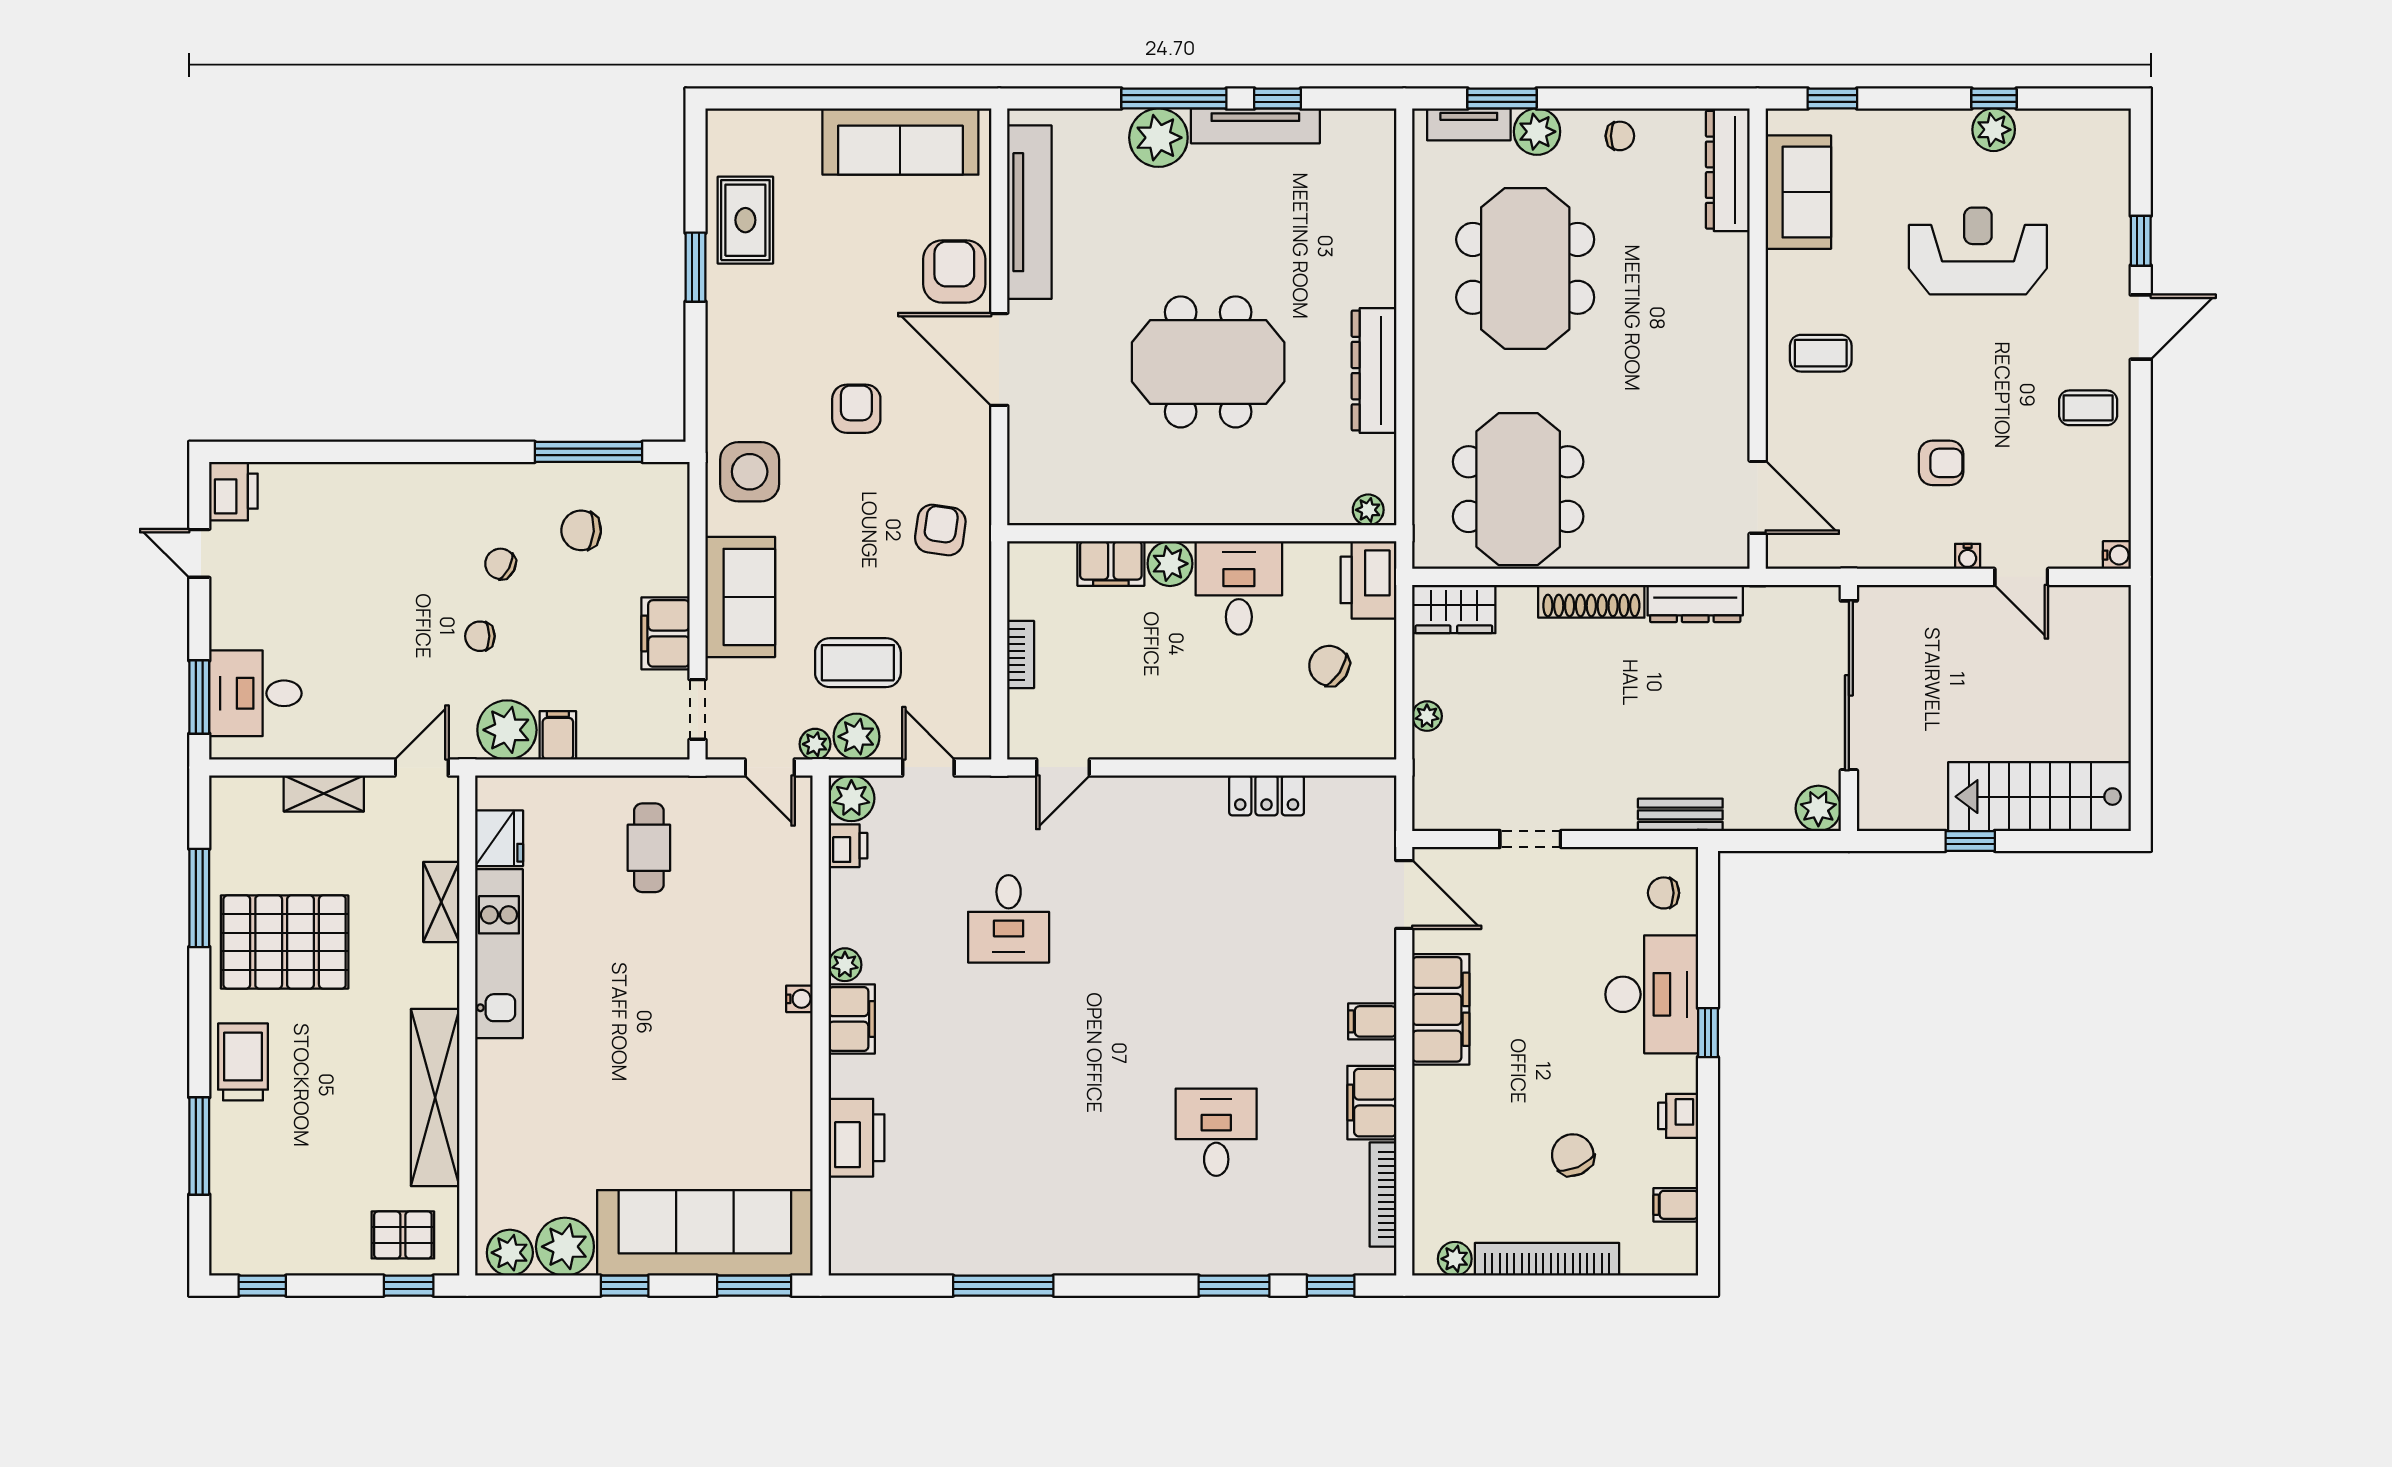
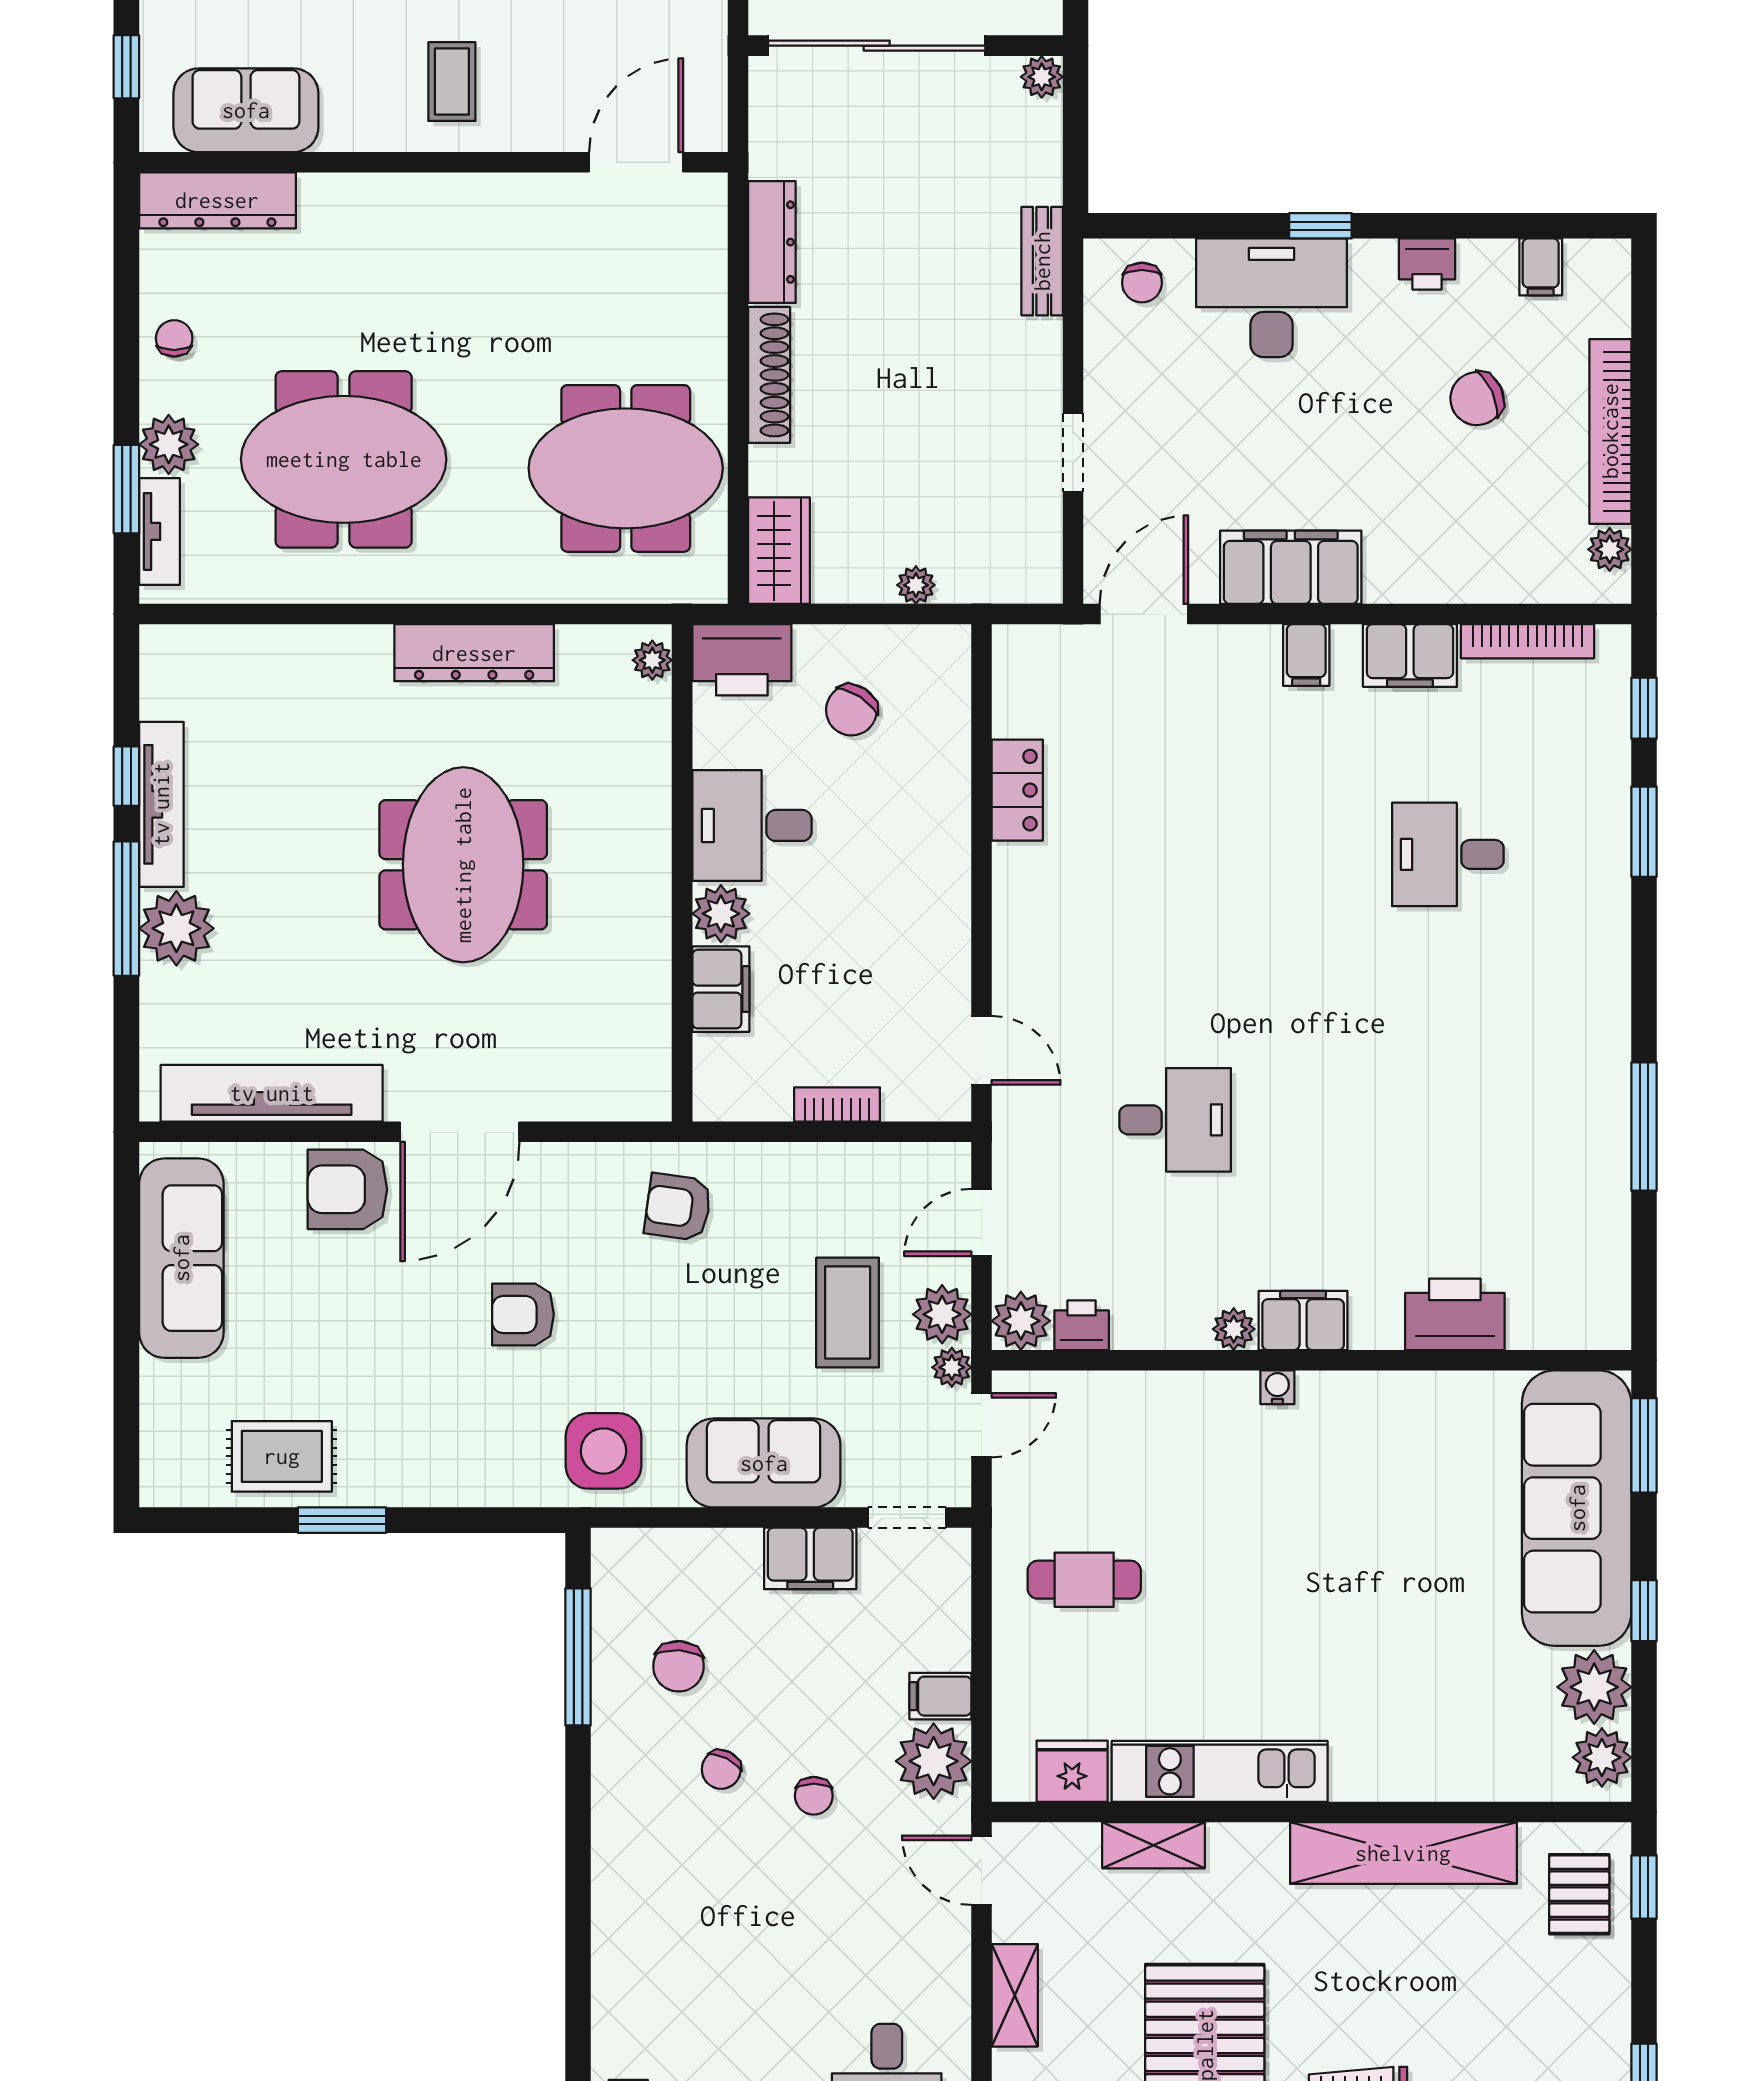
plant: (1818, 808) -> (1042, 77), width x0.73, depth x0.73

